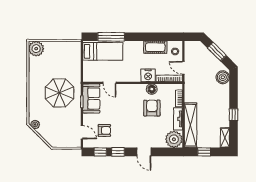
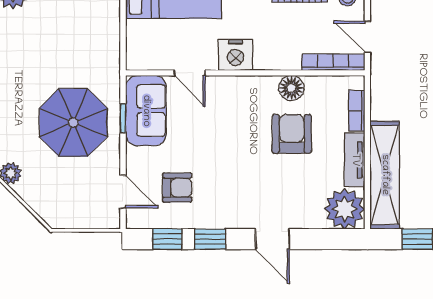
nightstand: (148, 75) -> (236, 55), moved
parasol: (59, 93) -> (73, 122), moved

